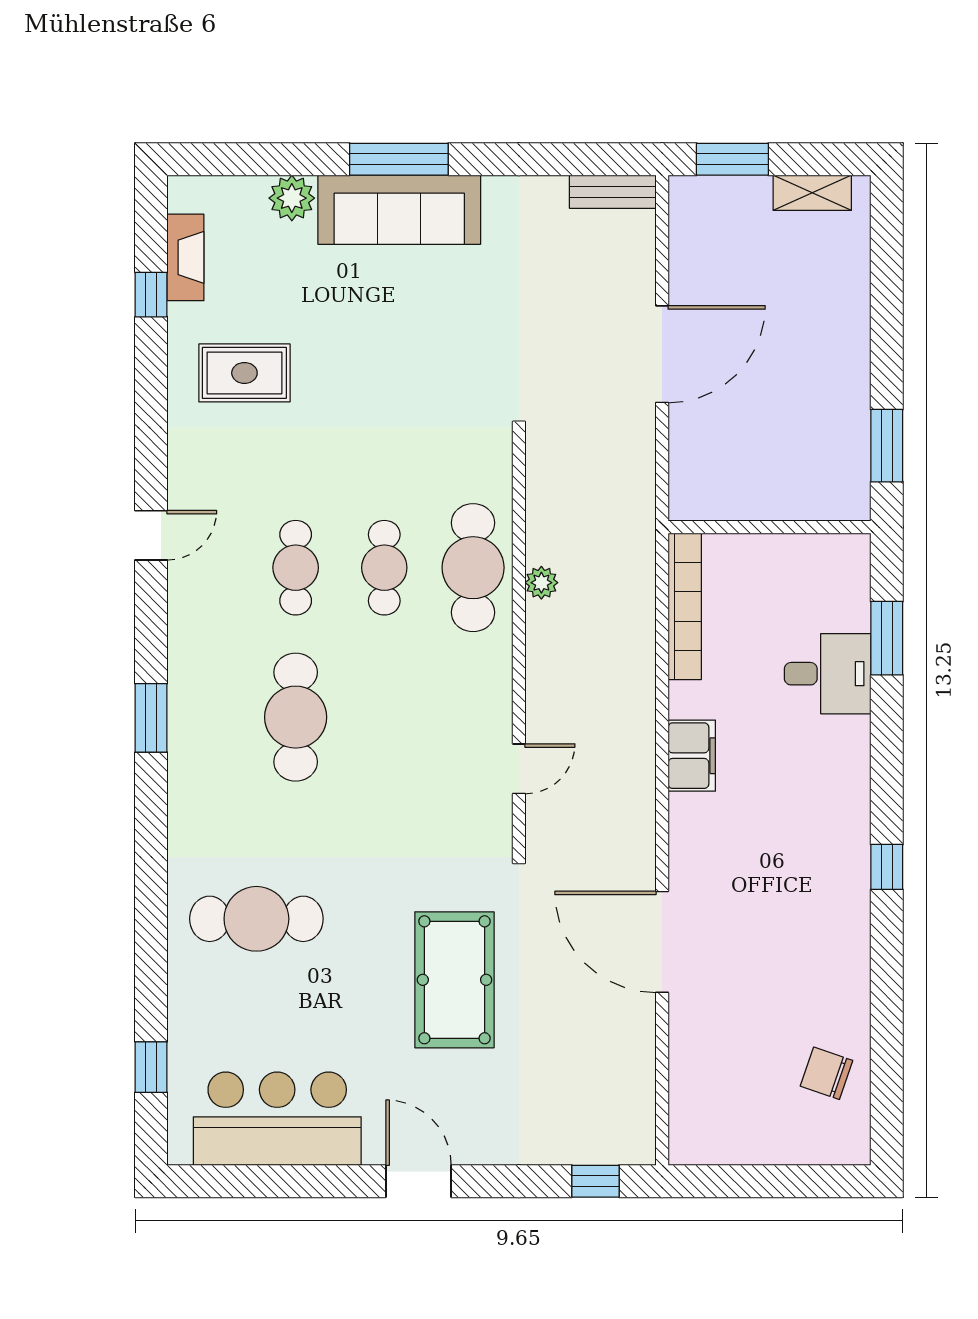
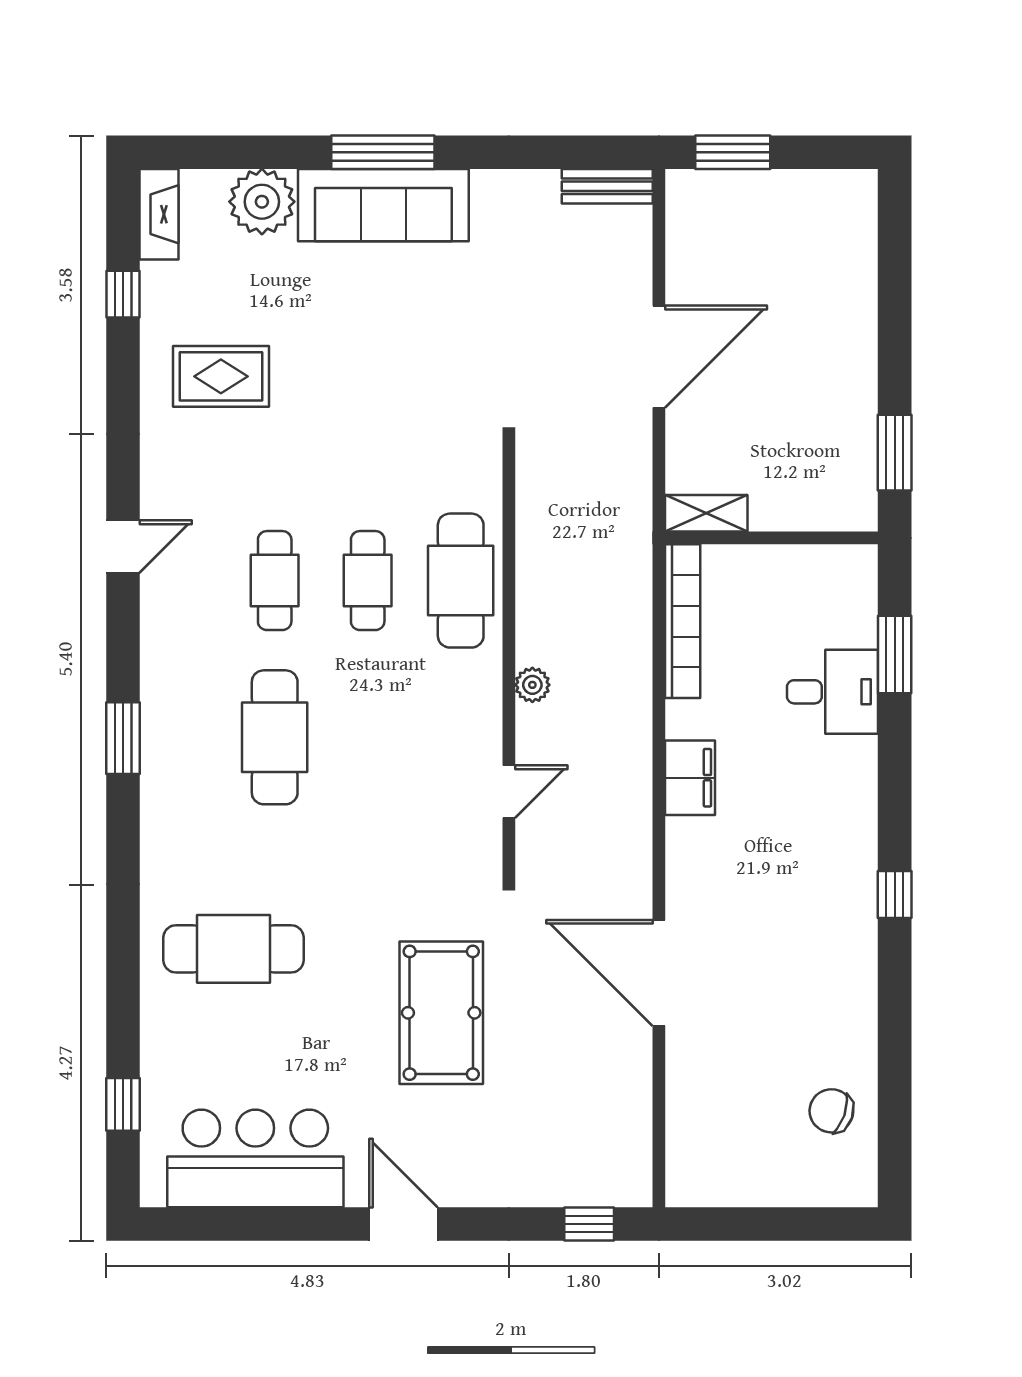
shelving: (812, 193) -> (706, 513), moved
plant: (292, 198) -> (262, 202), width x1.36, depth x1.36
fireplace: (185, 257) -> (159, 214), moved
plant: (541, 583) -> (532, 685), moved

